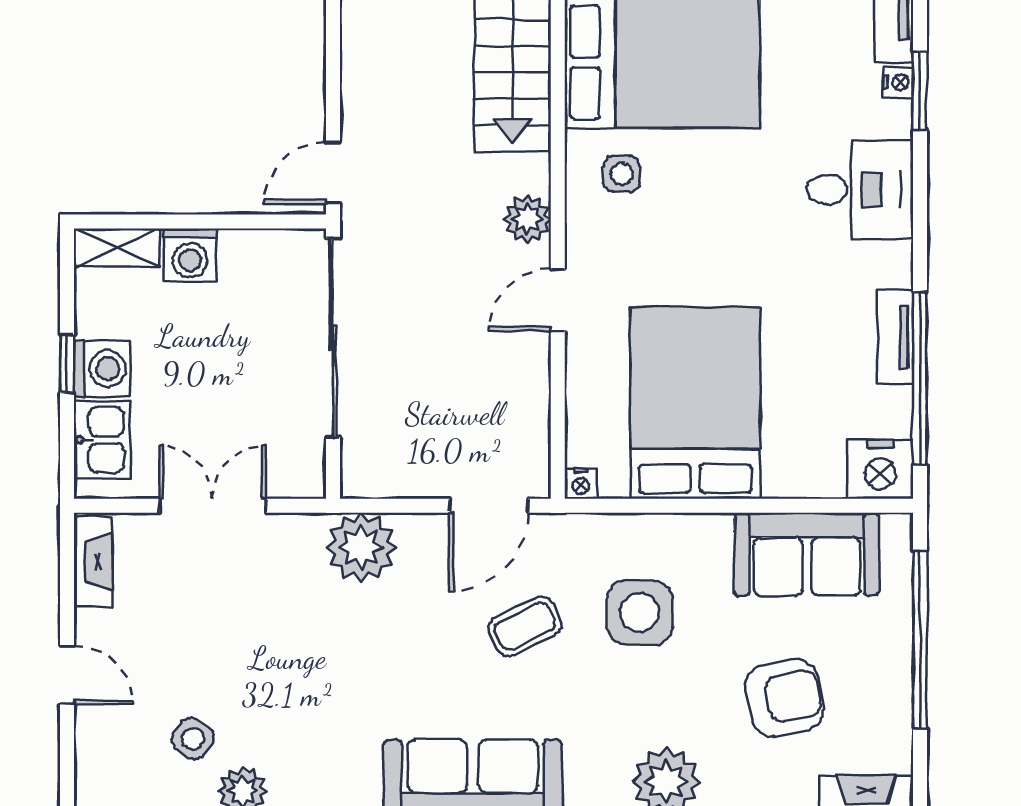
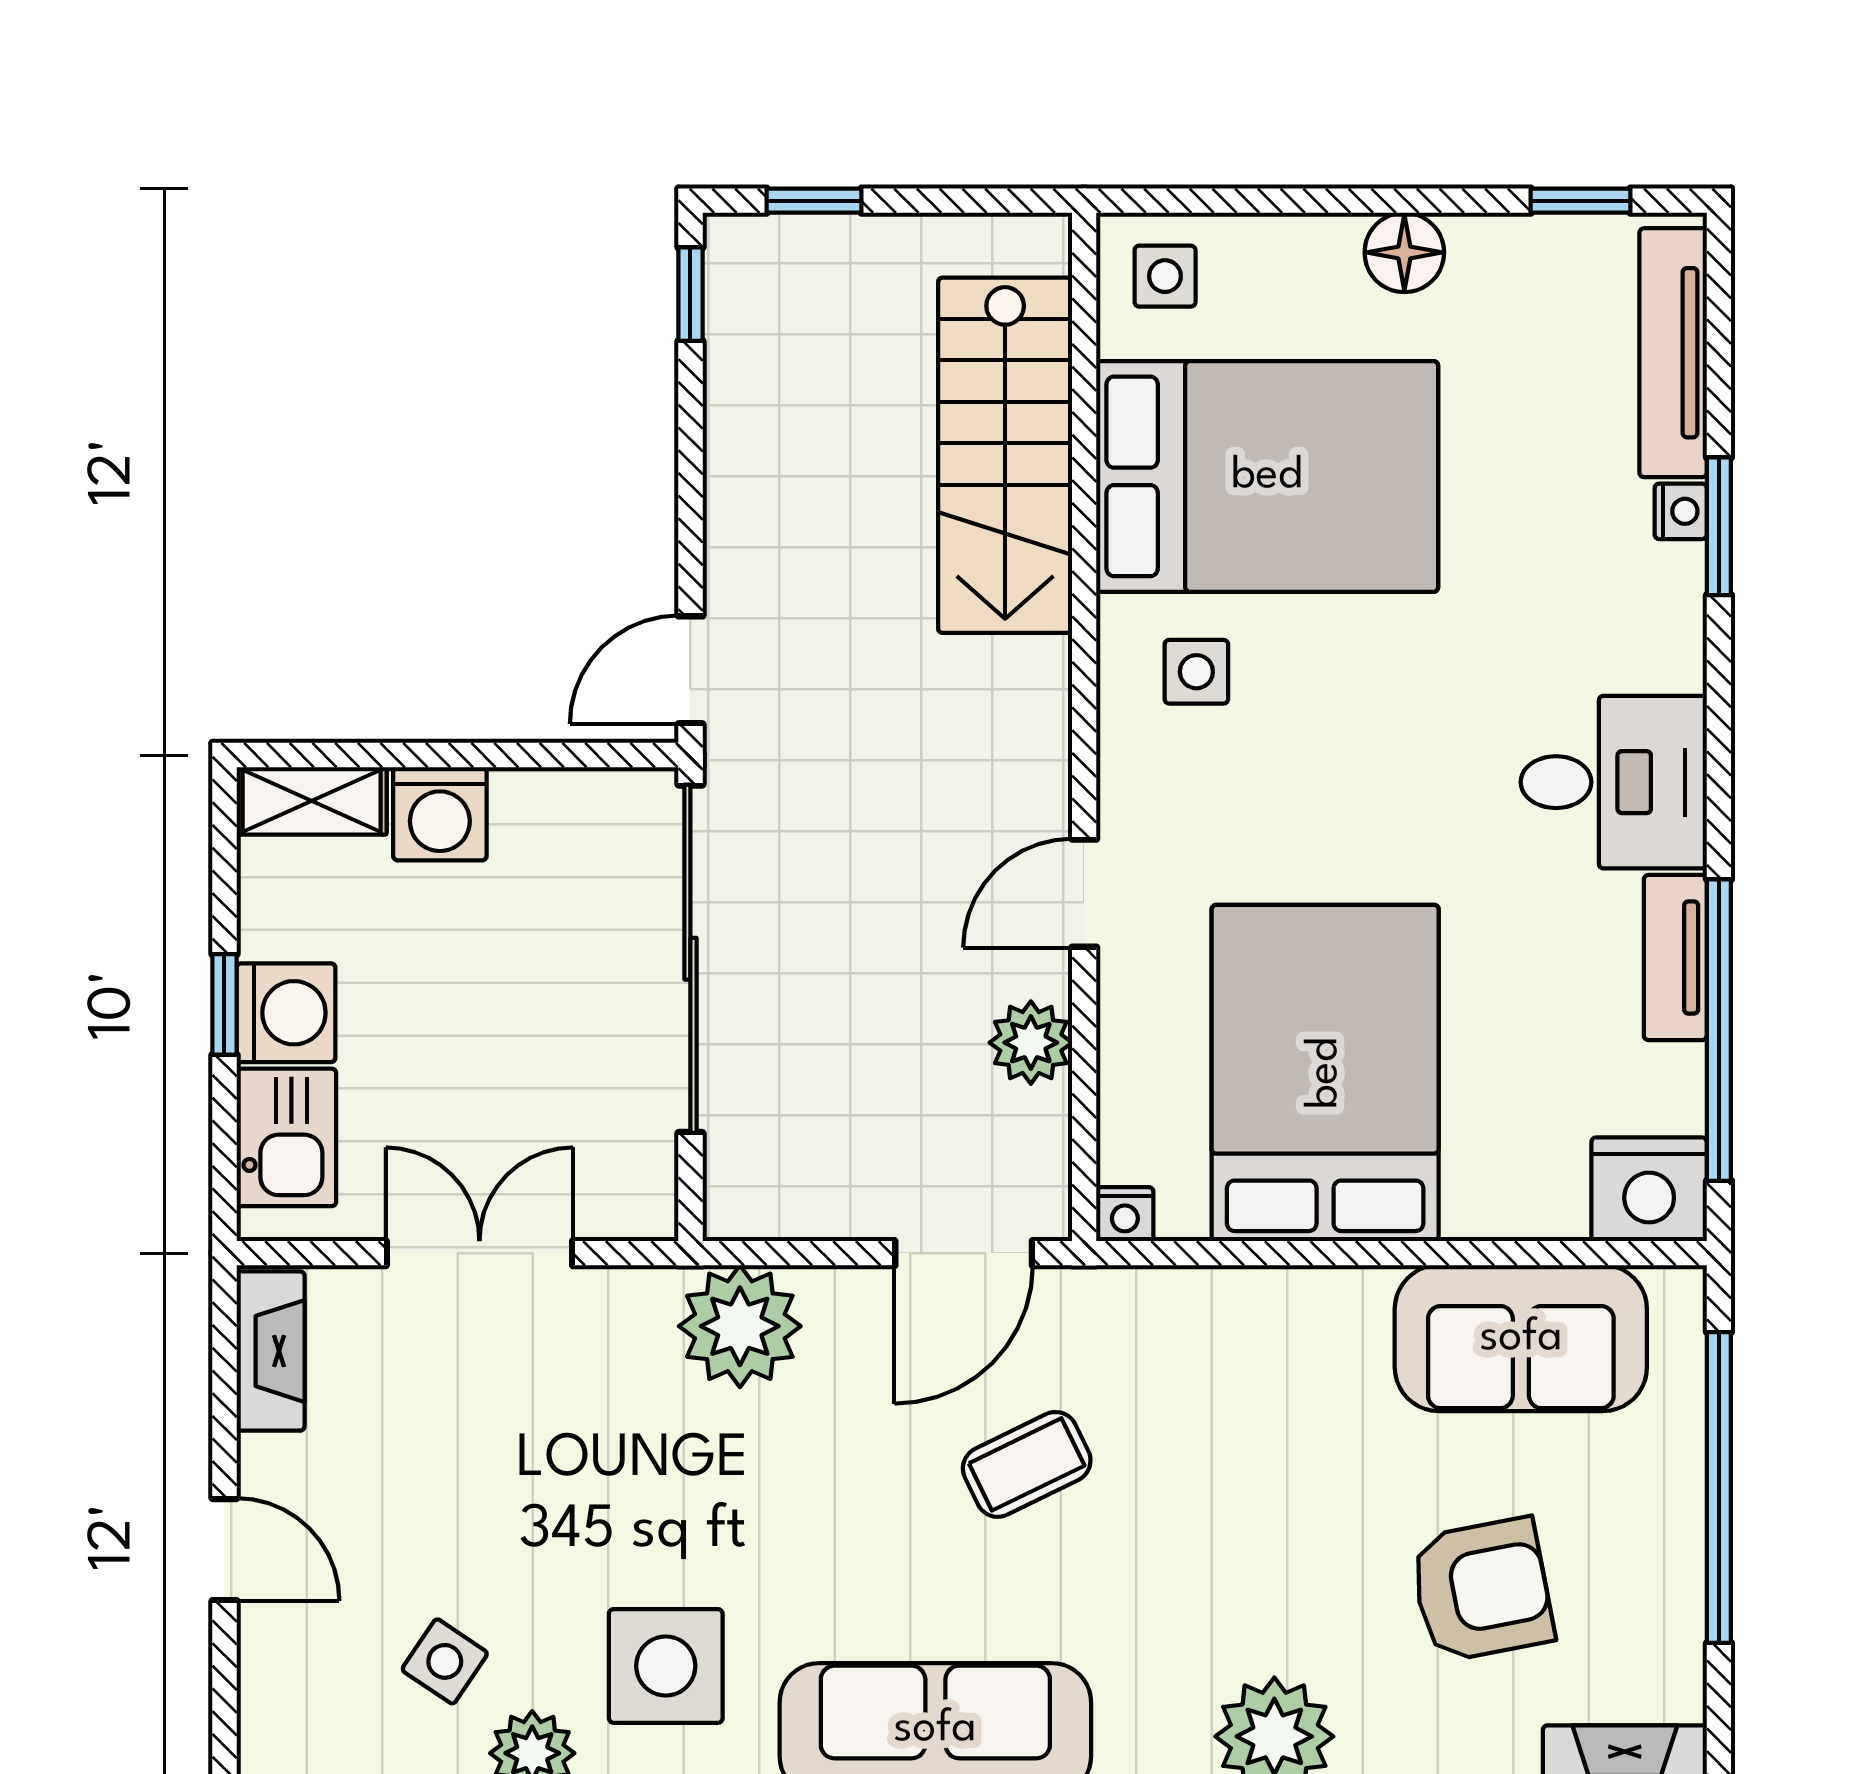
desk: (860, 190) -> (1614, 782), moved
plant: (527, 219) -> (1031, 1043), moved
side table: (640, 613) -> (666, 1666), moved

